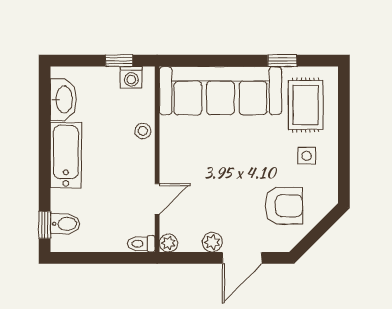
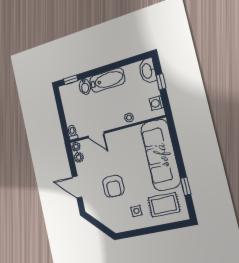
window: (119, 61) -> (161, 82), moved
washbasin: (63, 100) -> (147, 71), moved, turned 90
armchair: (284, 206) -> (113, 186), moved
bidet: (65, 224) -> (85, 87), moved
plant: (212, 242) -> (79, 157), moved

